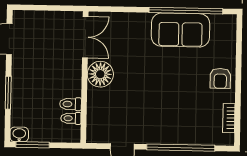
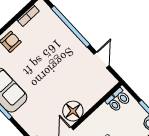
toilet: (70, 104) -> (122, 97), moved

